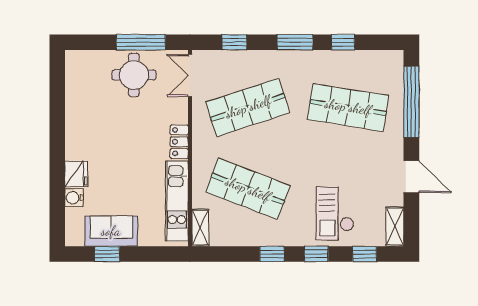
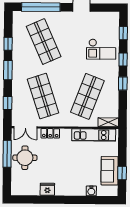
shop shelf: (348, 107) -> (44, 42), turned -33
locker: (179, 142) -> (50, 133), moved
fridge: (76, 174) -> (47, 189), moved
shelving: (395, 227) -> (109, 17), removed

